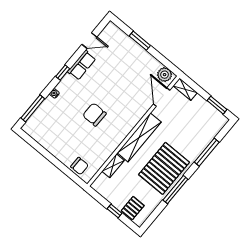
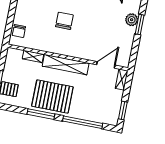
plant: (165, 75) -> (132, 20), moved
window: (207, 152) -> (83, 122), width x1.46

